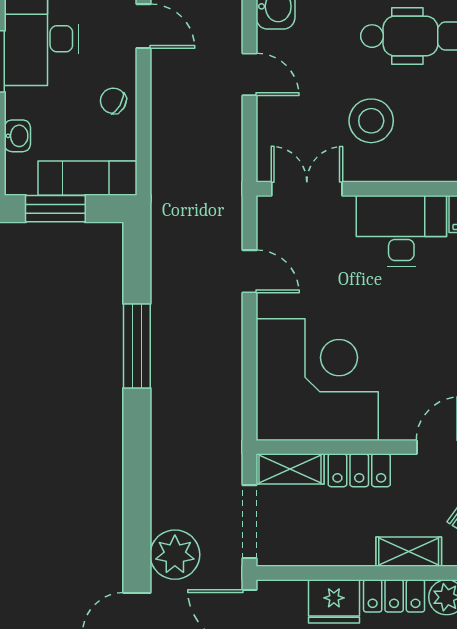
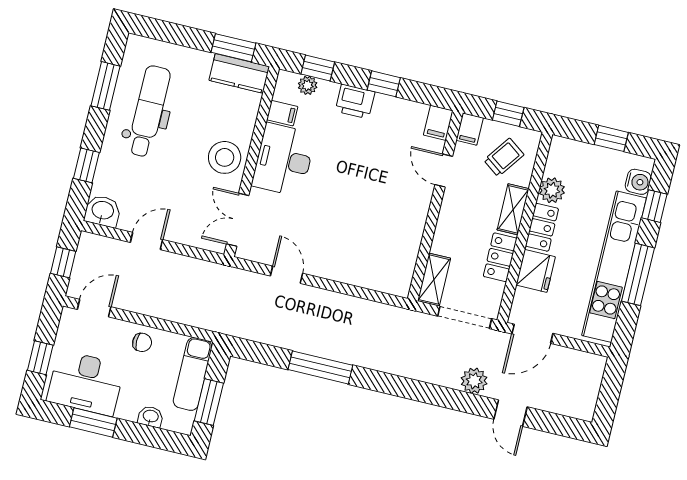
chair: (113, 101) -> (142, 342), turned -120
stool: (371, 121) -> (225, 157), moved
door: (250, 271) -> (287, 275), hinge flipped
corner desk: (317, 380) -> (375, 245), removed
locker: (359, 470) -> (500, 257), moved, turned 180
plant: (175, 555) -> (474, 381), width x0.73, depth x0.73

